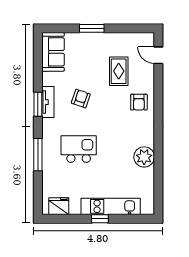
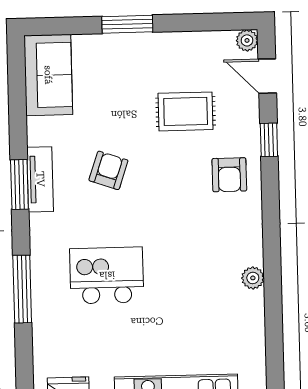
plant: (149, 38) -> (247, 40), added
rug: (119, 71) -> (186, 111), turned 90
window: (158, 86) -> (269, 140), added
plant: (144, 157) -> (253, 278), width x0.53, depth x0.53

